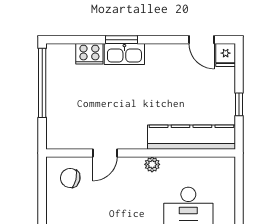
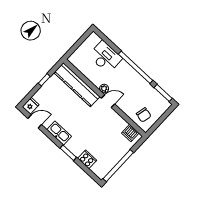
door: (202, 40) -> (35, 121), hinge flipped
kitchen sink: (124, 54) -> (59, 133), moved
dishwasher: (66, 139) -> (130, 133), added
door: (105, 153) -> (108, 101), moved

